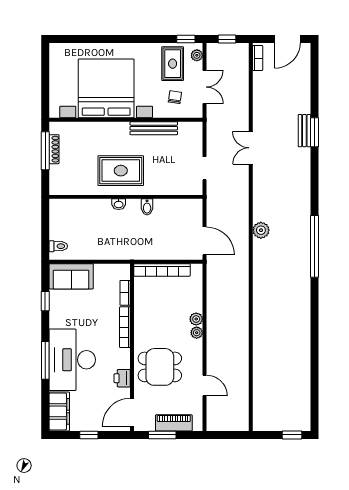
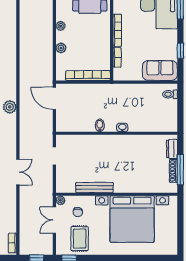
plant: (197, 55) -> (60, 200), moved
rug: (121, 171) -> (121, 154), removed
dresser: (56, 177) -> (172, 149), added
plant: (196, 319) -> (61, 48), moved

